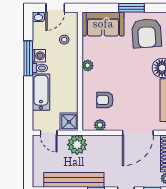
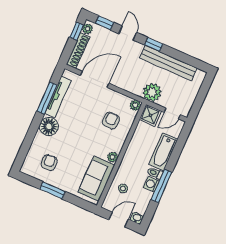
sofa: (103, 24) -> (96, 179), moved, turned -90
armchair: (147, 33) -> (49, 162), width x0.53, depth x0.53
armchair: (105, 100) -> (111, 121), turned -90
plant: (100, 125) -> (135, 105), moved
door: (49, 133) -> (172, 114), swing flipped

